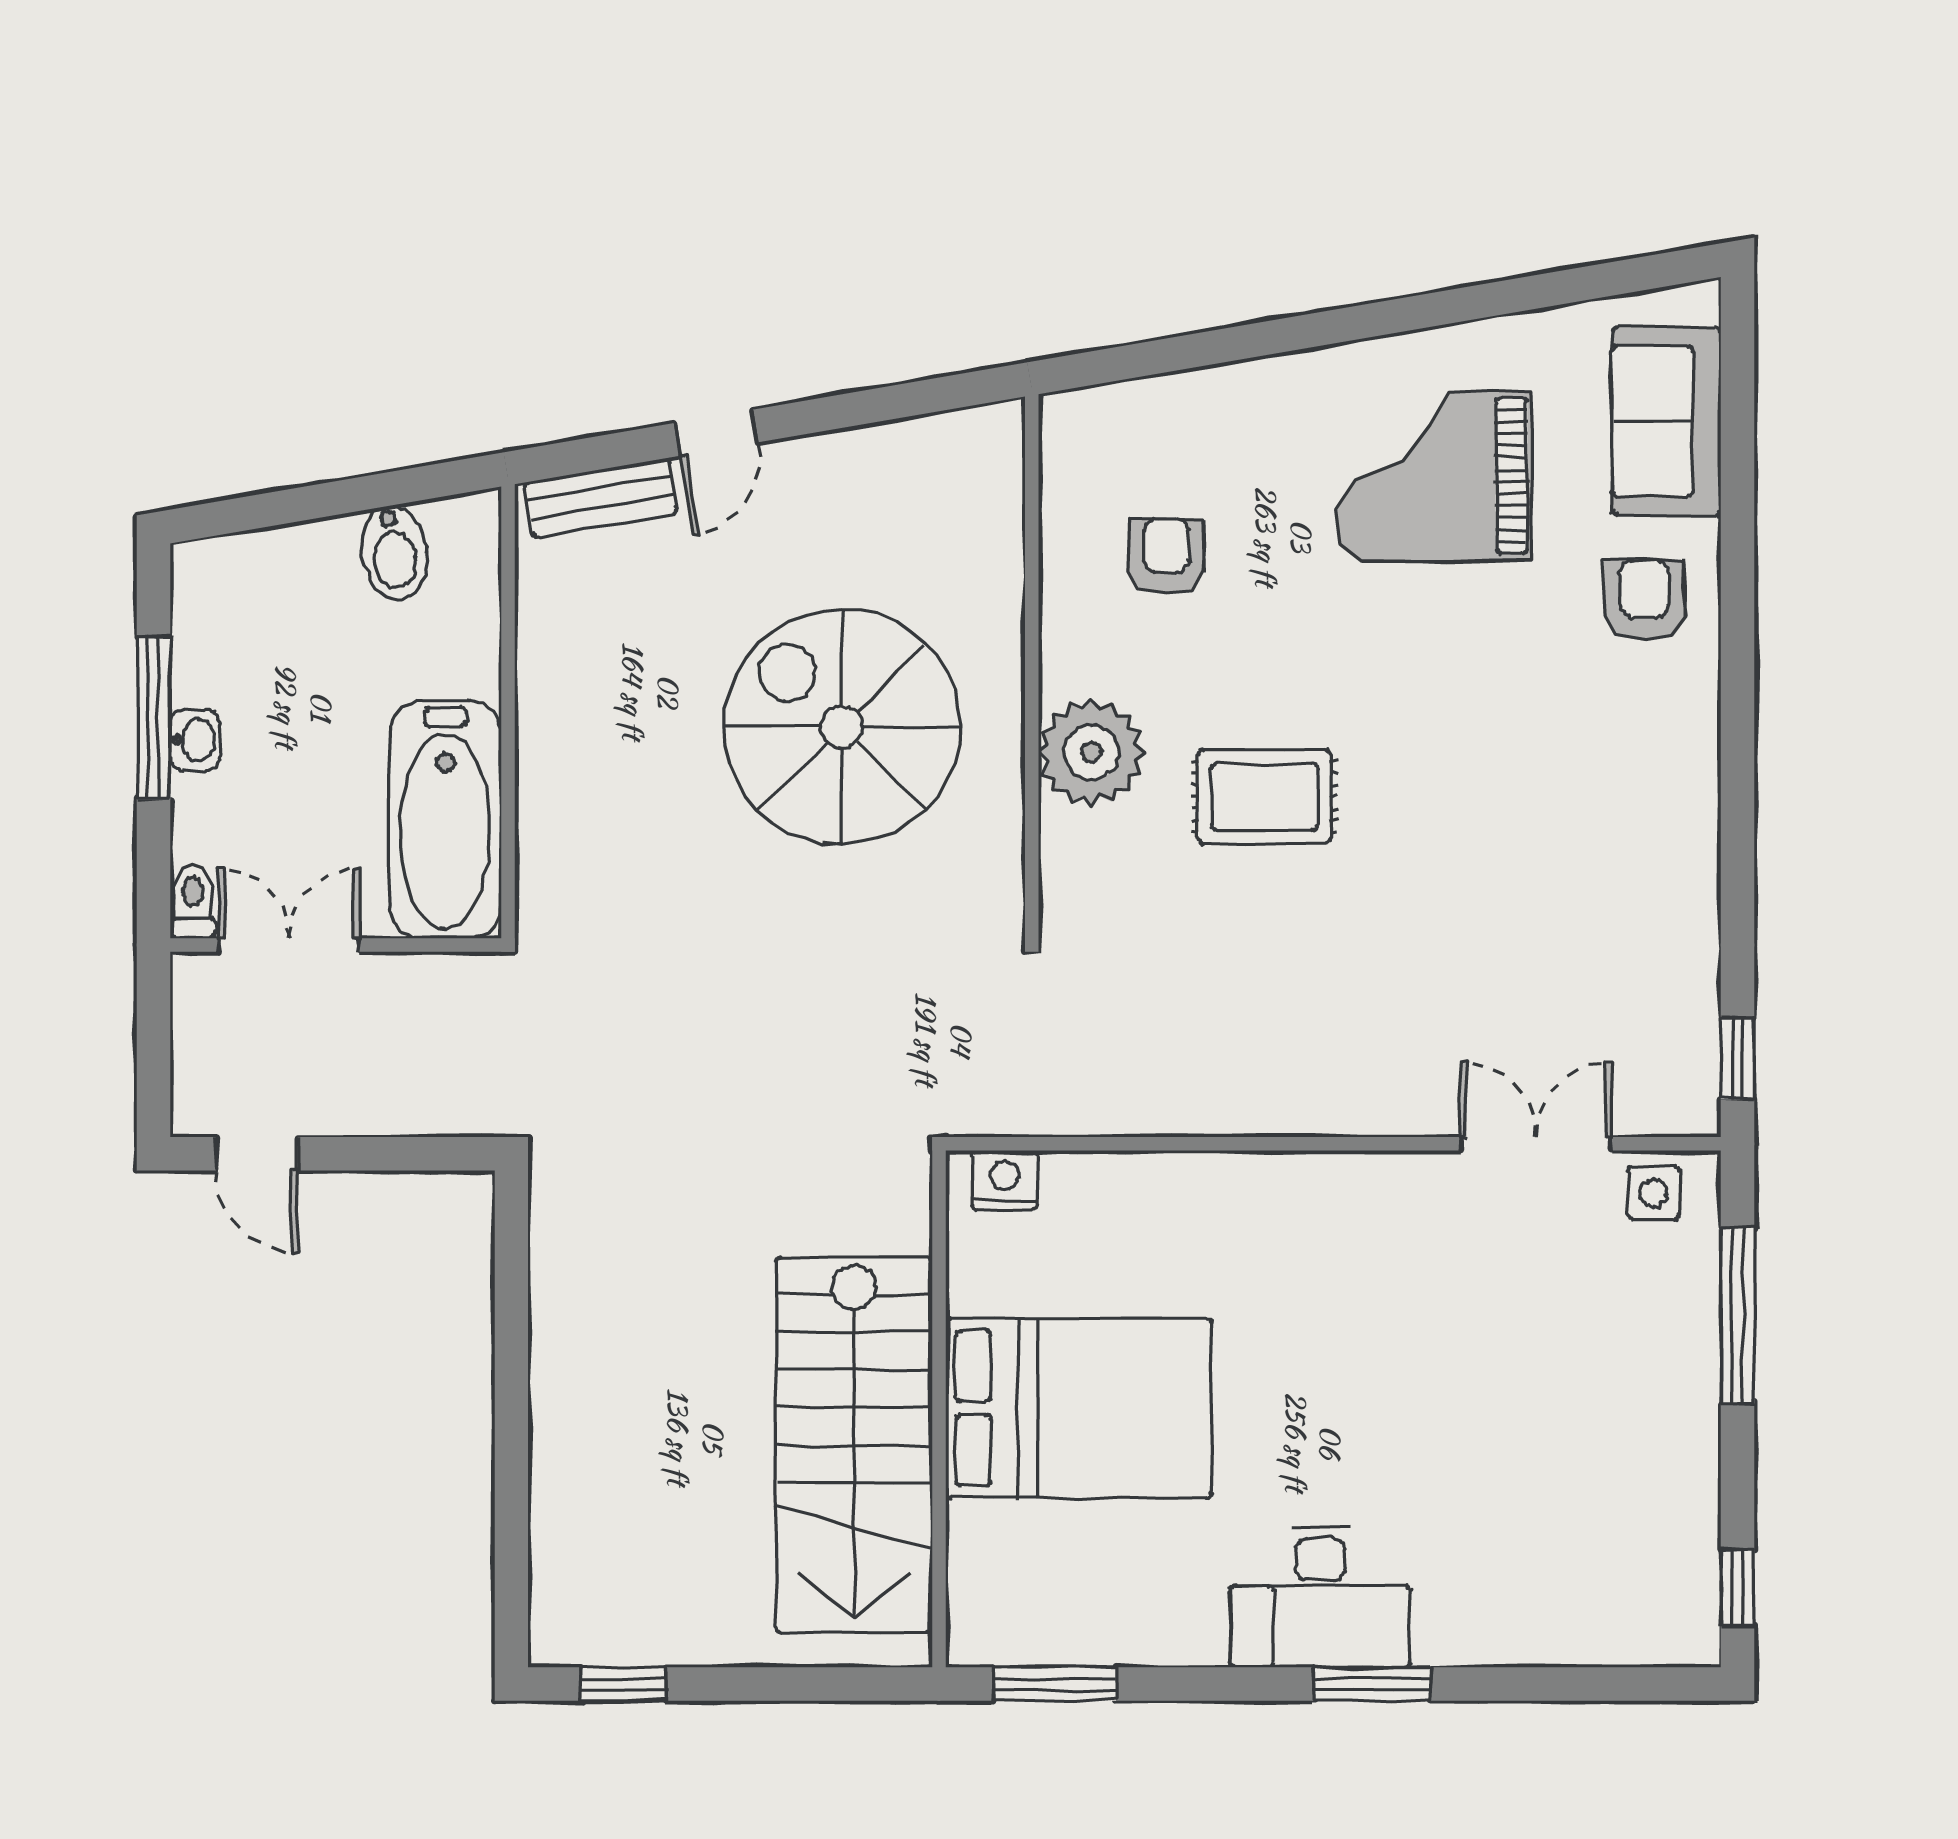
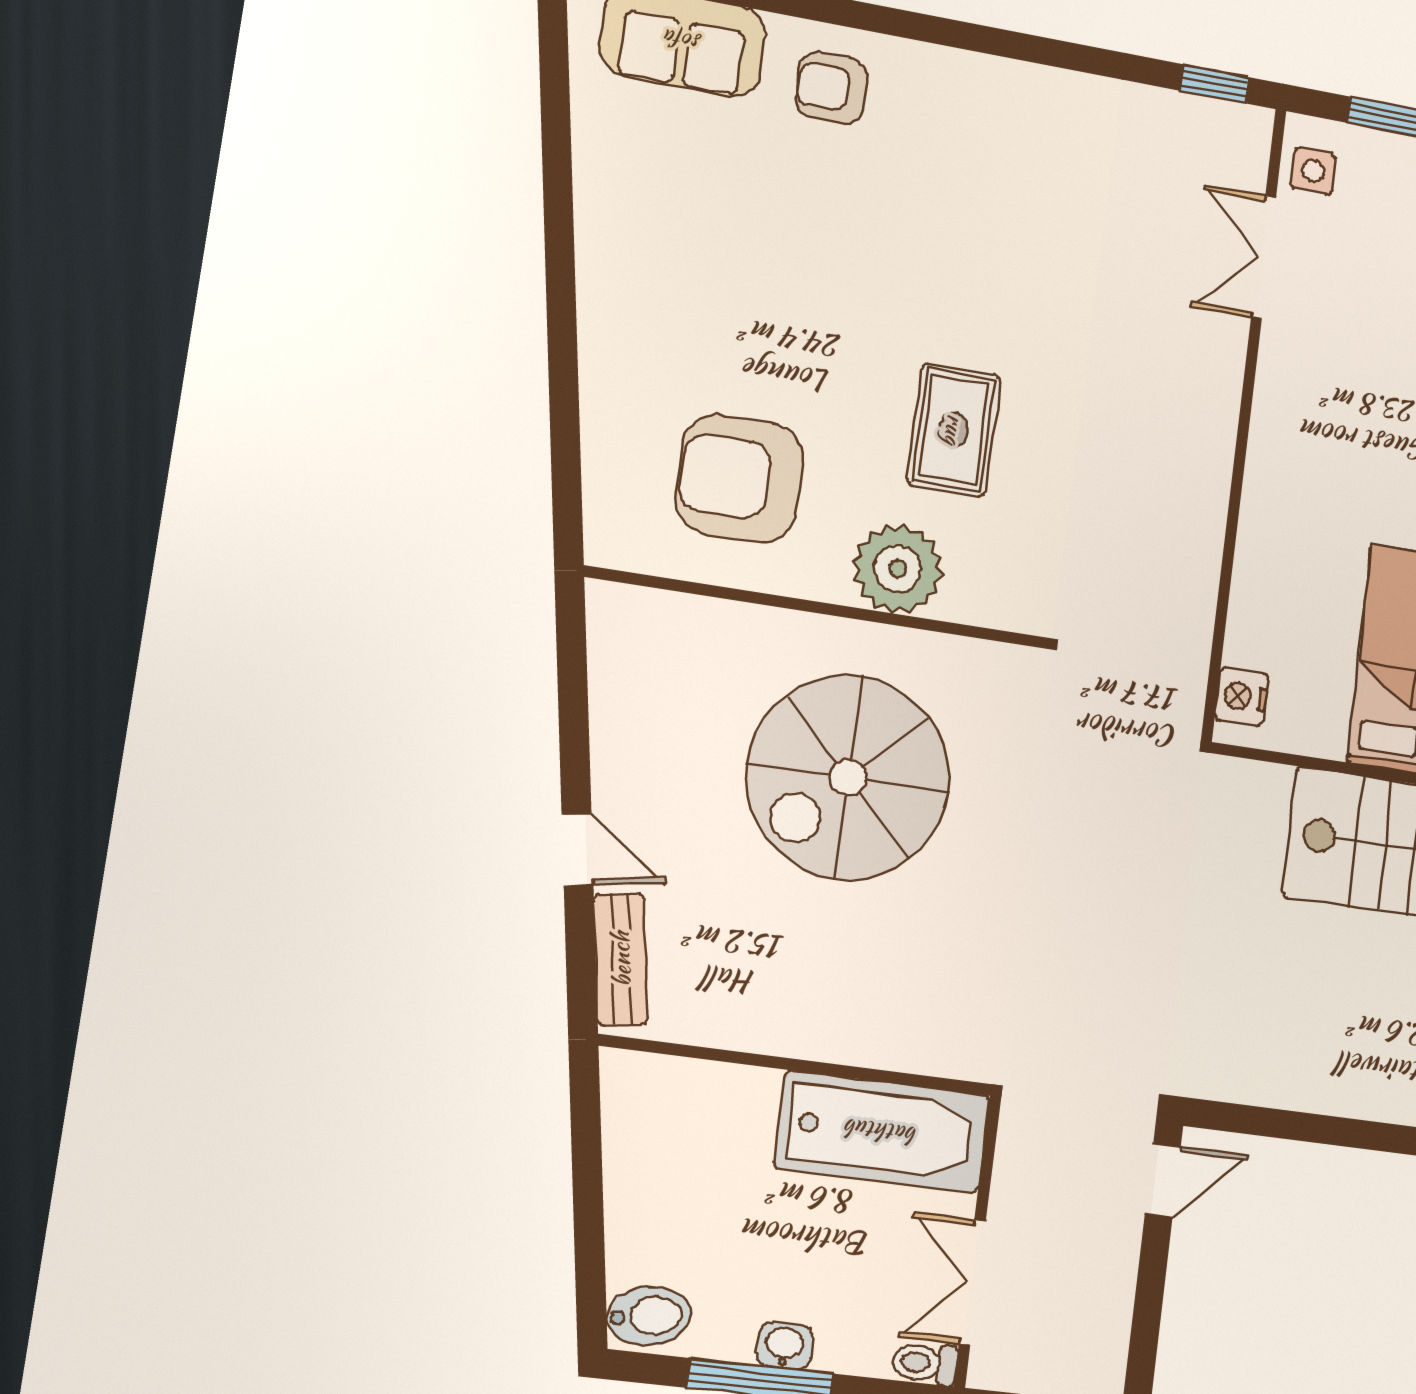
grand piano: (1433, 476) -> (702, 243), removed
bidet: (394, 553) -> (649, 1316), moved
armchair: (1166, 556) -> (740, 479), width x1.88, depth x1.88
door: (257, 1154) -> (1163, 1180), moved

